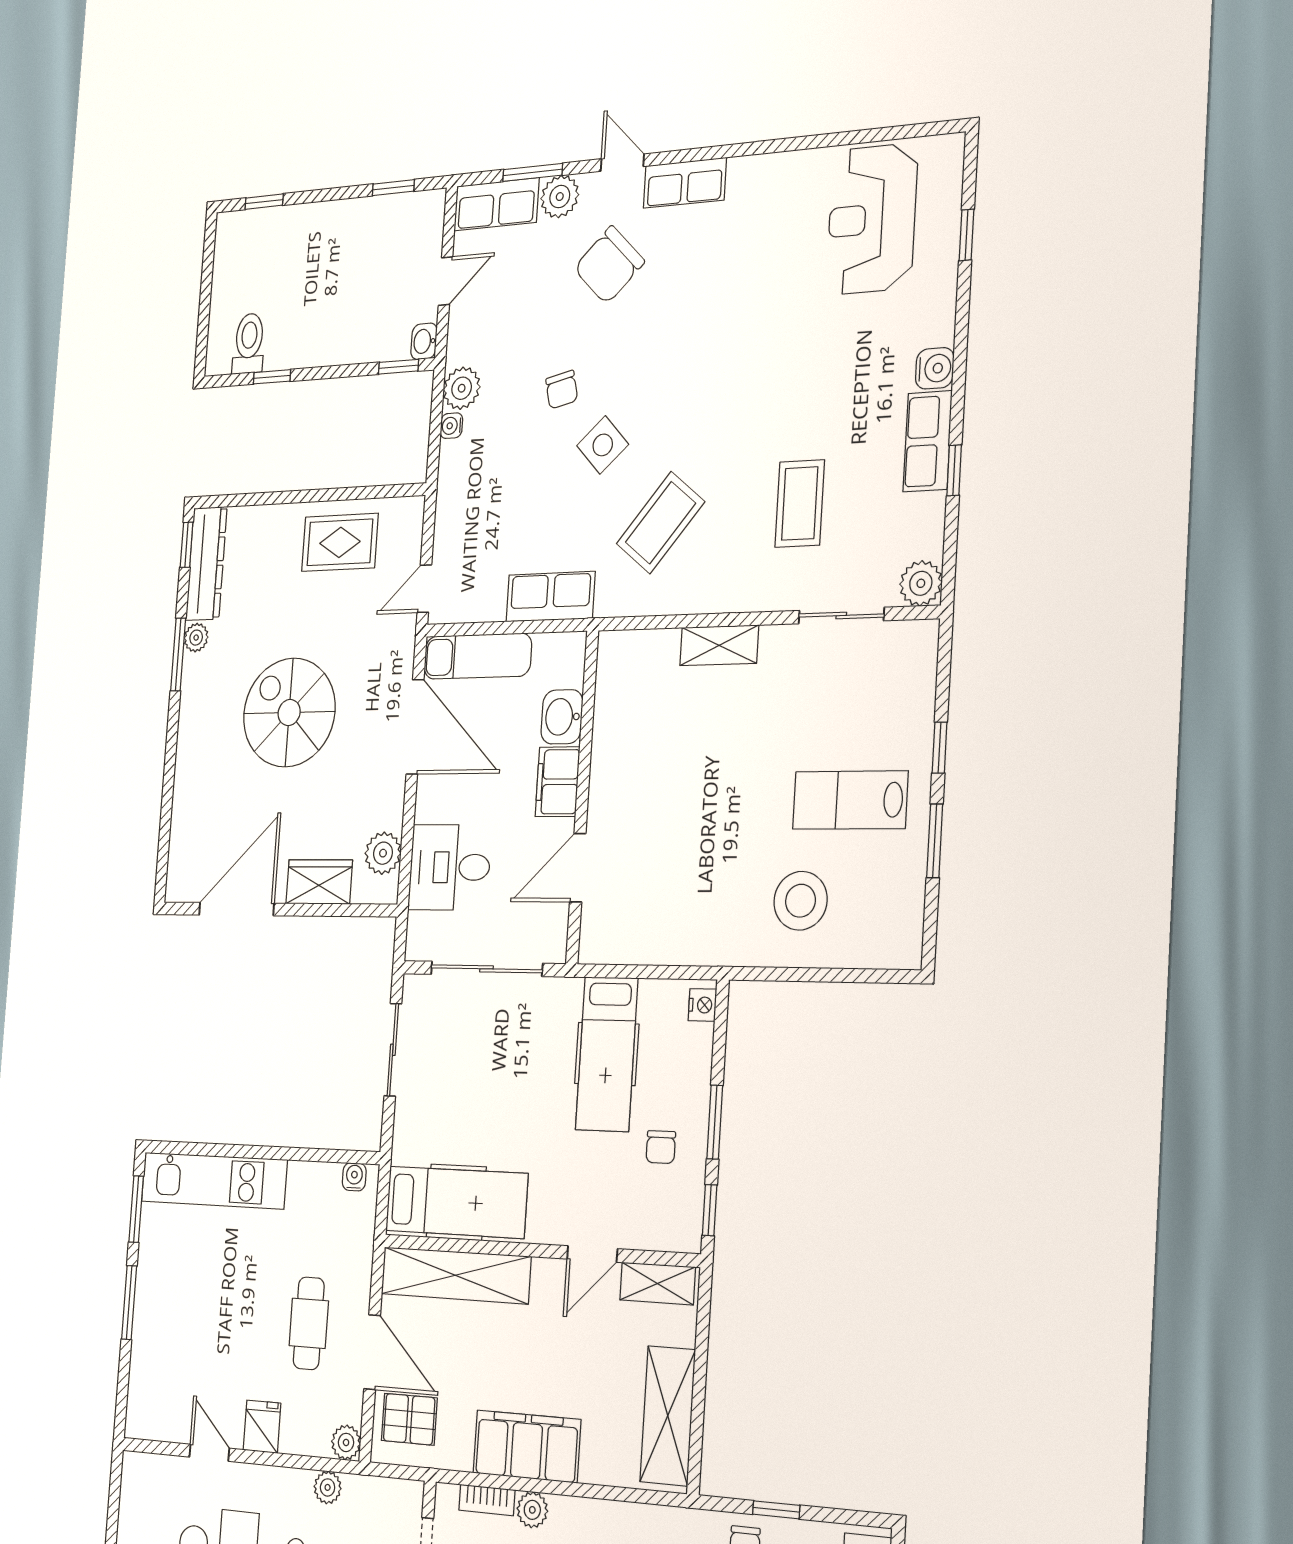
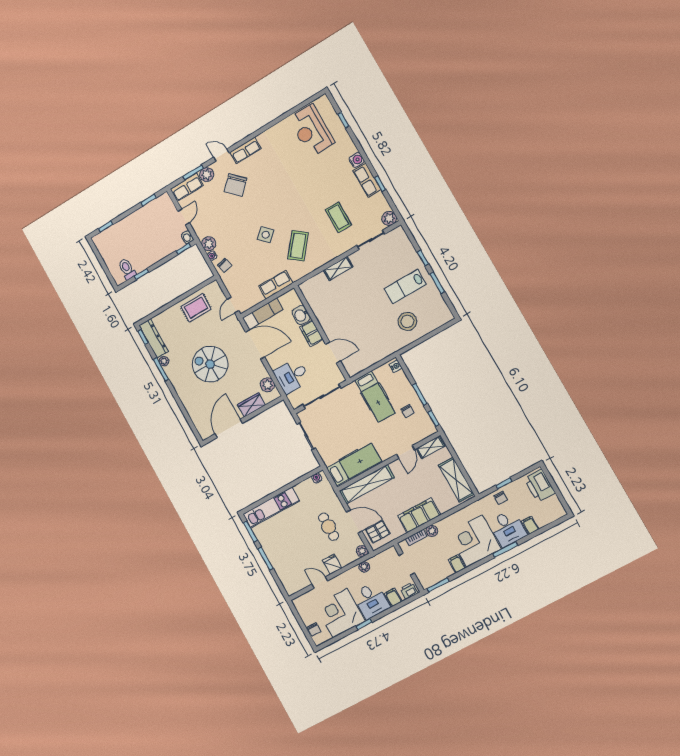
chair: (562, 390) -> (225, 265), moved
door: (578, 868) -> (333, 352), swing flipped

